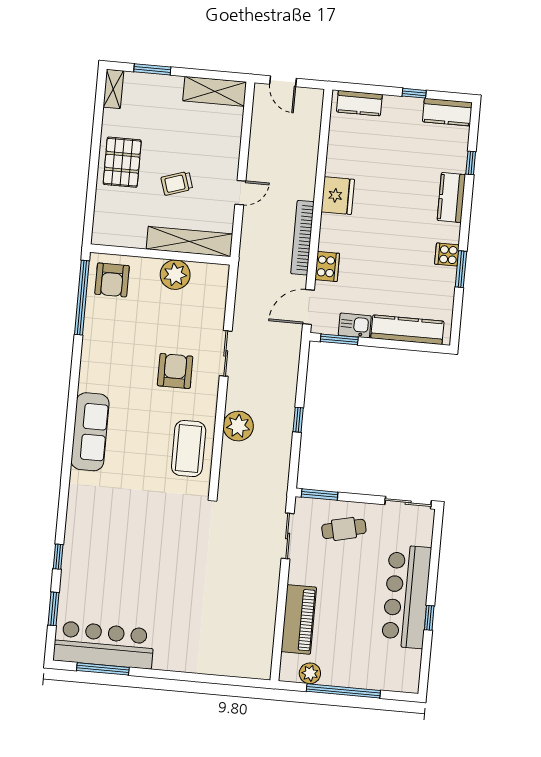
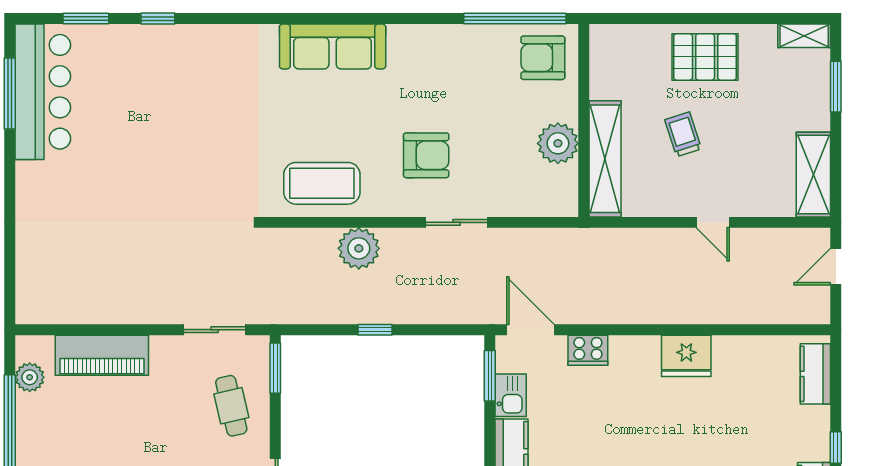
door: (240, 193) -> (713, 222), moved
bookcase: (302, 238) -> (624, 313), removed

